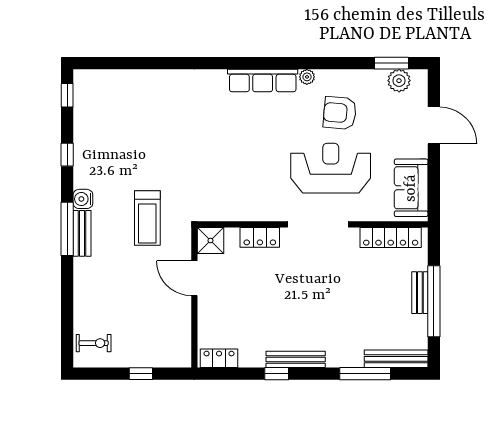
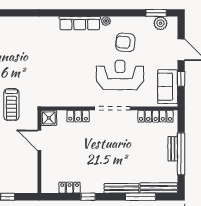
window: (434, 175) -> (181, 79), added
locker: (219, 358) -> (70, 188), moved
bench: (296, 359) -> (122, 188), moved

